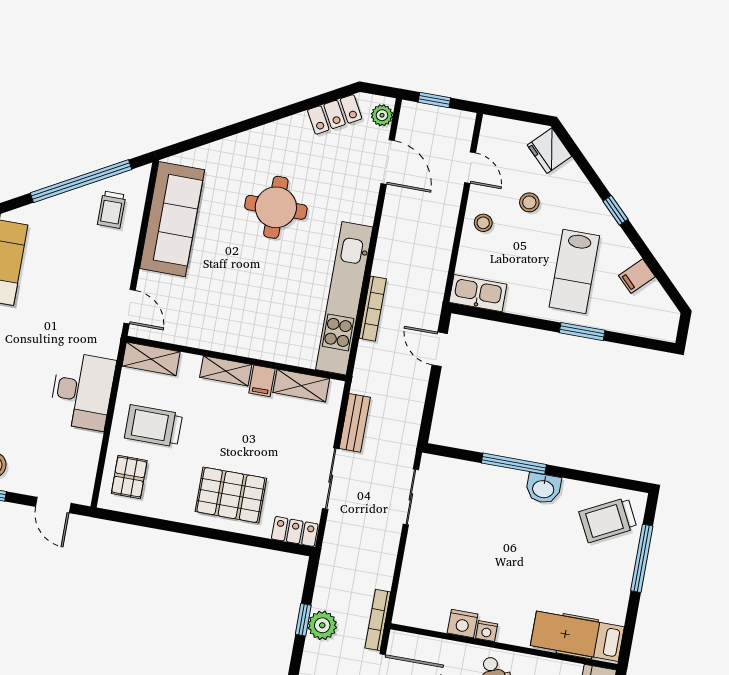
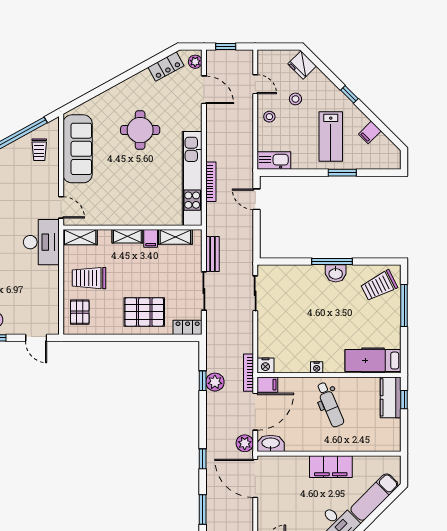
desk: (82, 391) -> (41, 242), moved
window: (514, 464) -> (332, 261), moved
nightstand: (463, 624) -> (265, 365), moved
filing cabinet: (404, 644) -> (267, 385), added

